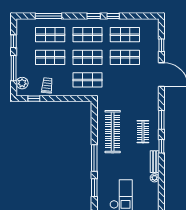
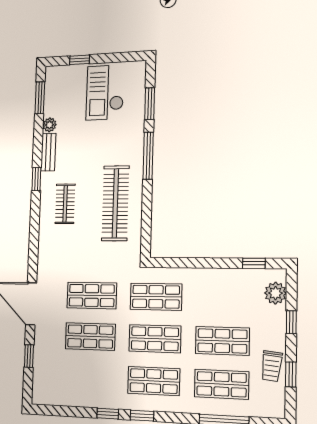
shop shelf: (125, 35) -> (92, 296), moved
window: (14, 68) -> (291, 322), width x0.46
trolley: (47, 85) -> (272, 366), moved
window: (161, 120) -> (40, 98), moved

